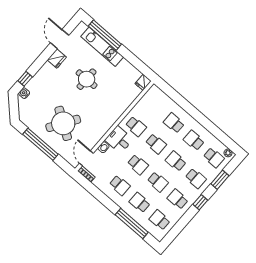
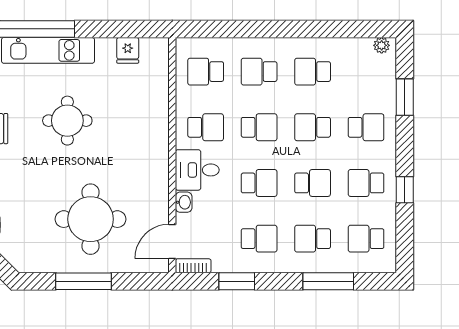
fridge: (143, 82) -> (128, 50), moved
round table: (63, 123) -> (91, 219), turned -33
window: (40, 144) -> (83, 281), width x0.68
door: (86, 158) -> (172, 241), hinge flipped
school desk: (214, 158) -> (206, 72), moved, turned 180
window: (98, 194) -> (237, 281), added
window: (200, 202) -> (405, 190), moved
window: (132, 224) -> (328, 281), width x0.68

